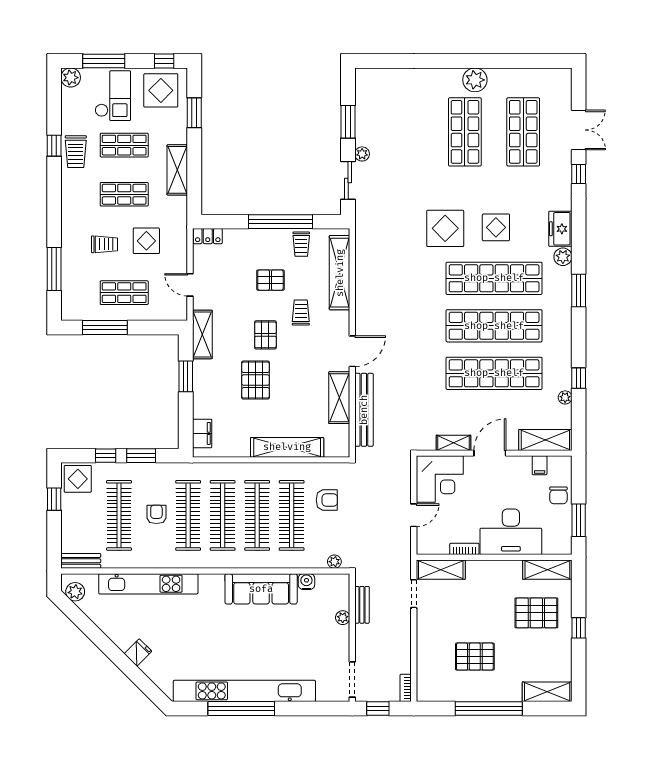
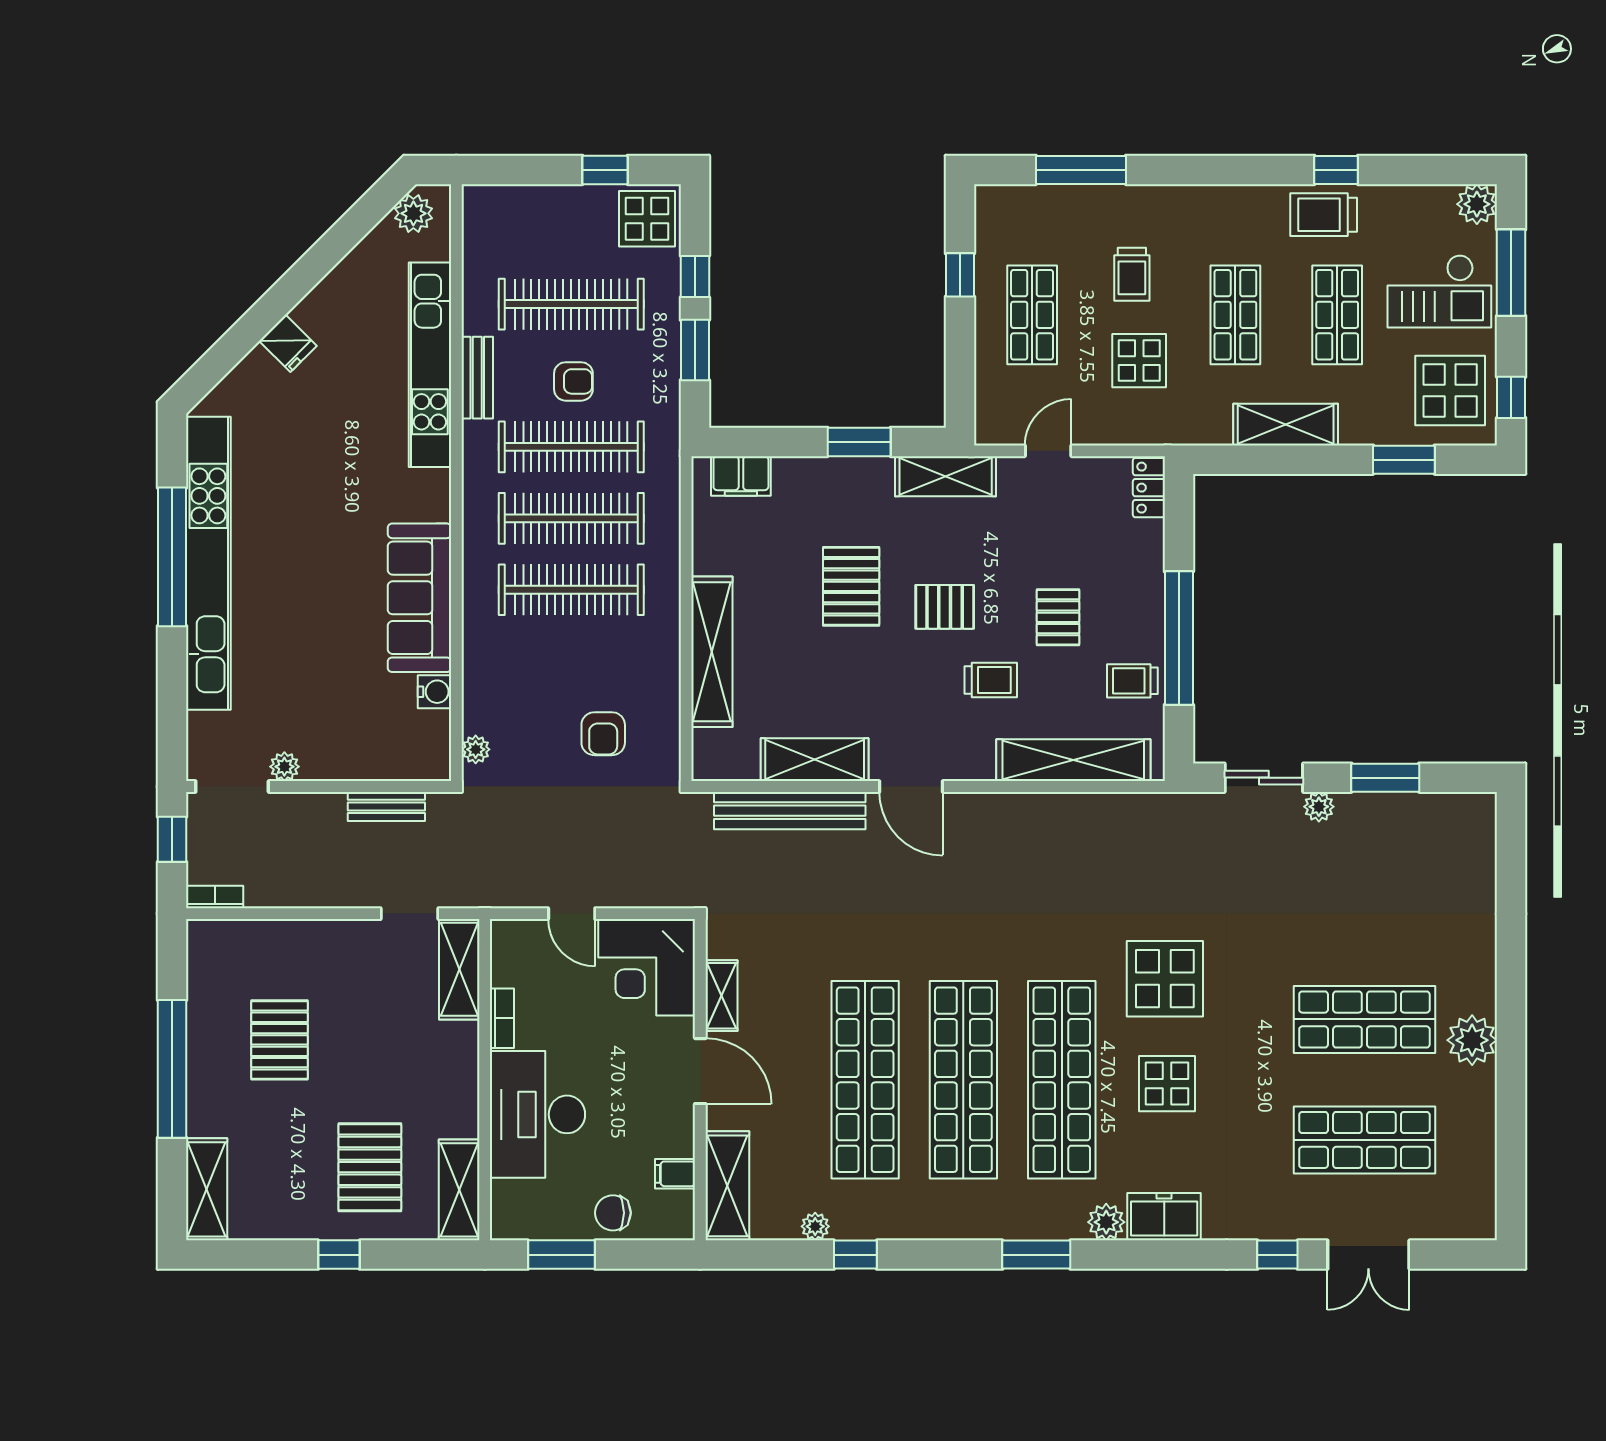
window: (105, 328) -> (960, 275), width x0.46
pallet: (255, 380) -> (851, 586), turned 90
clothes rail: (292, 515) -> (571, 661), removed
bench: (81, 561) -> (477, 378), moved
plant: (343, 618) -> (284, 767), moved

